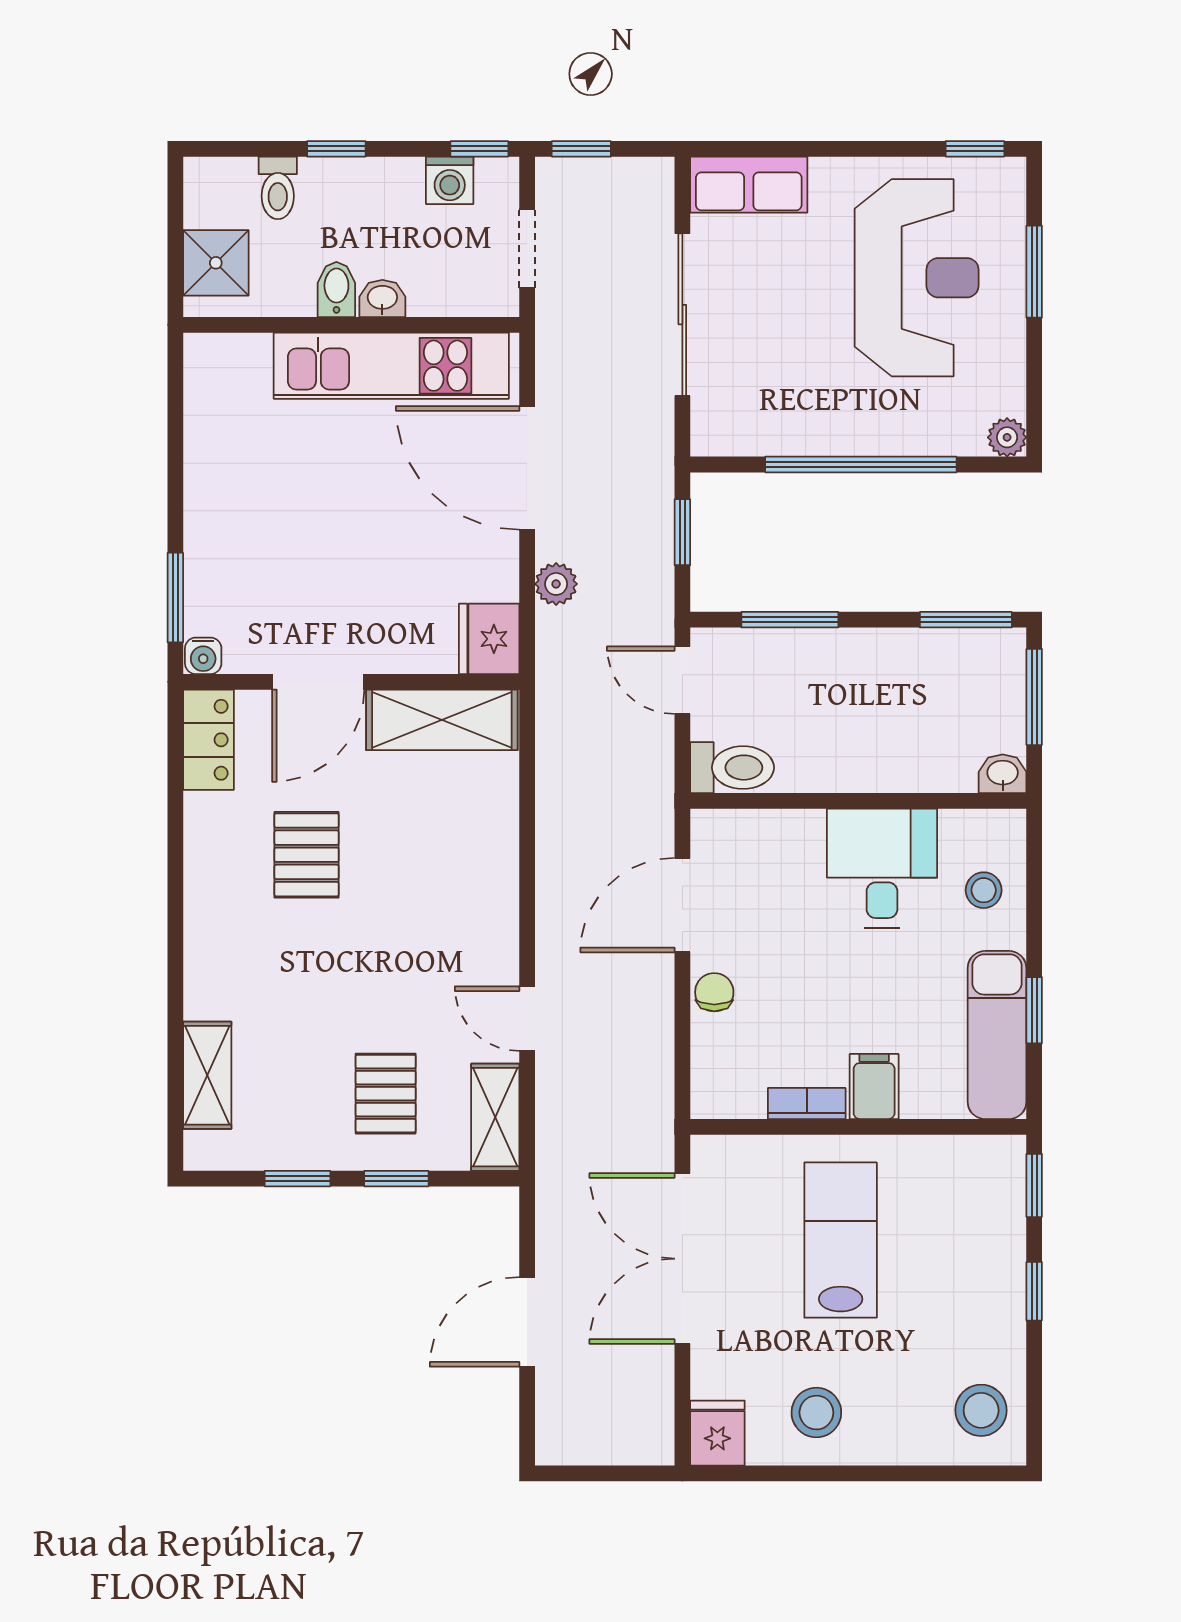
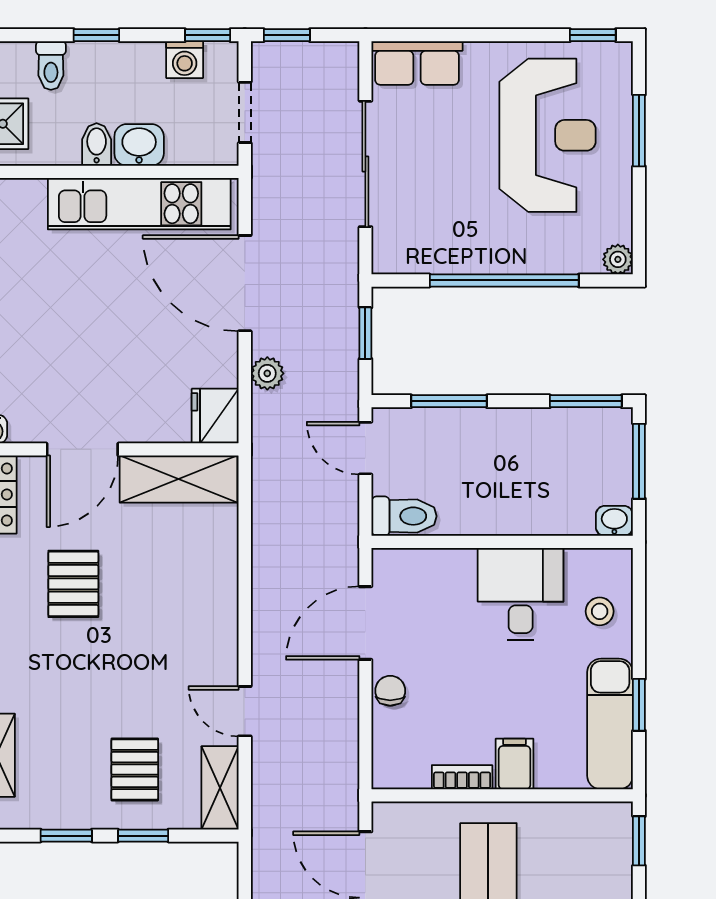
washbasin: (382, 298) -> (139, 145), width x1.38, depth x1.45

